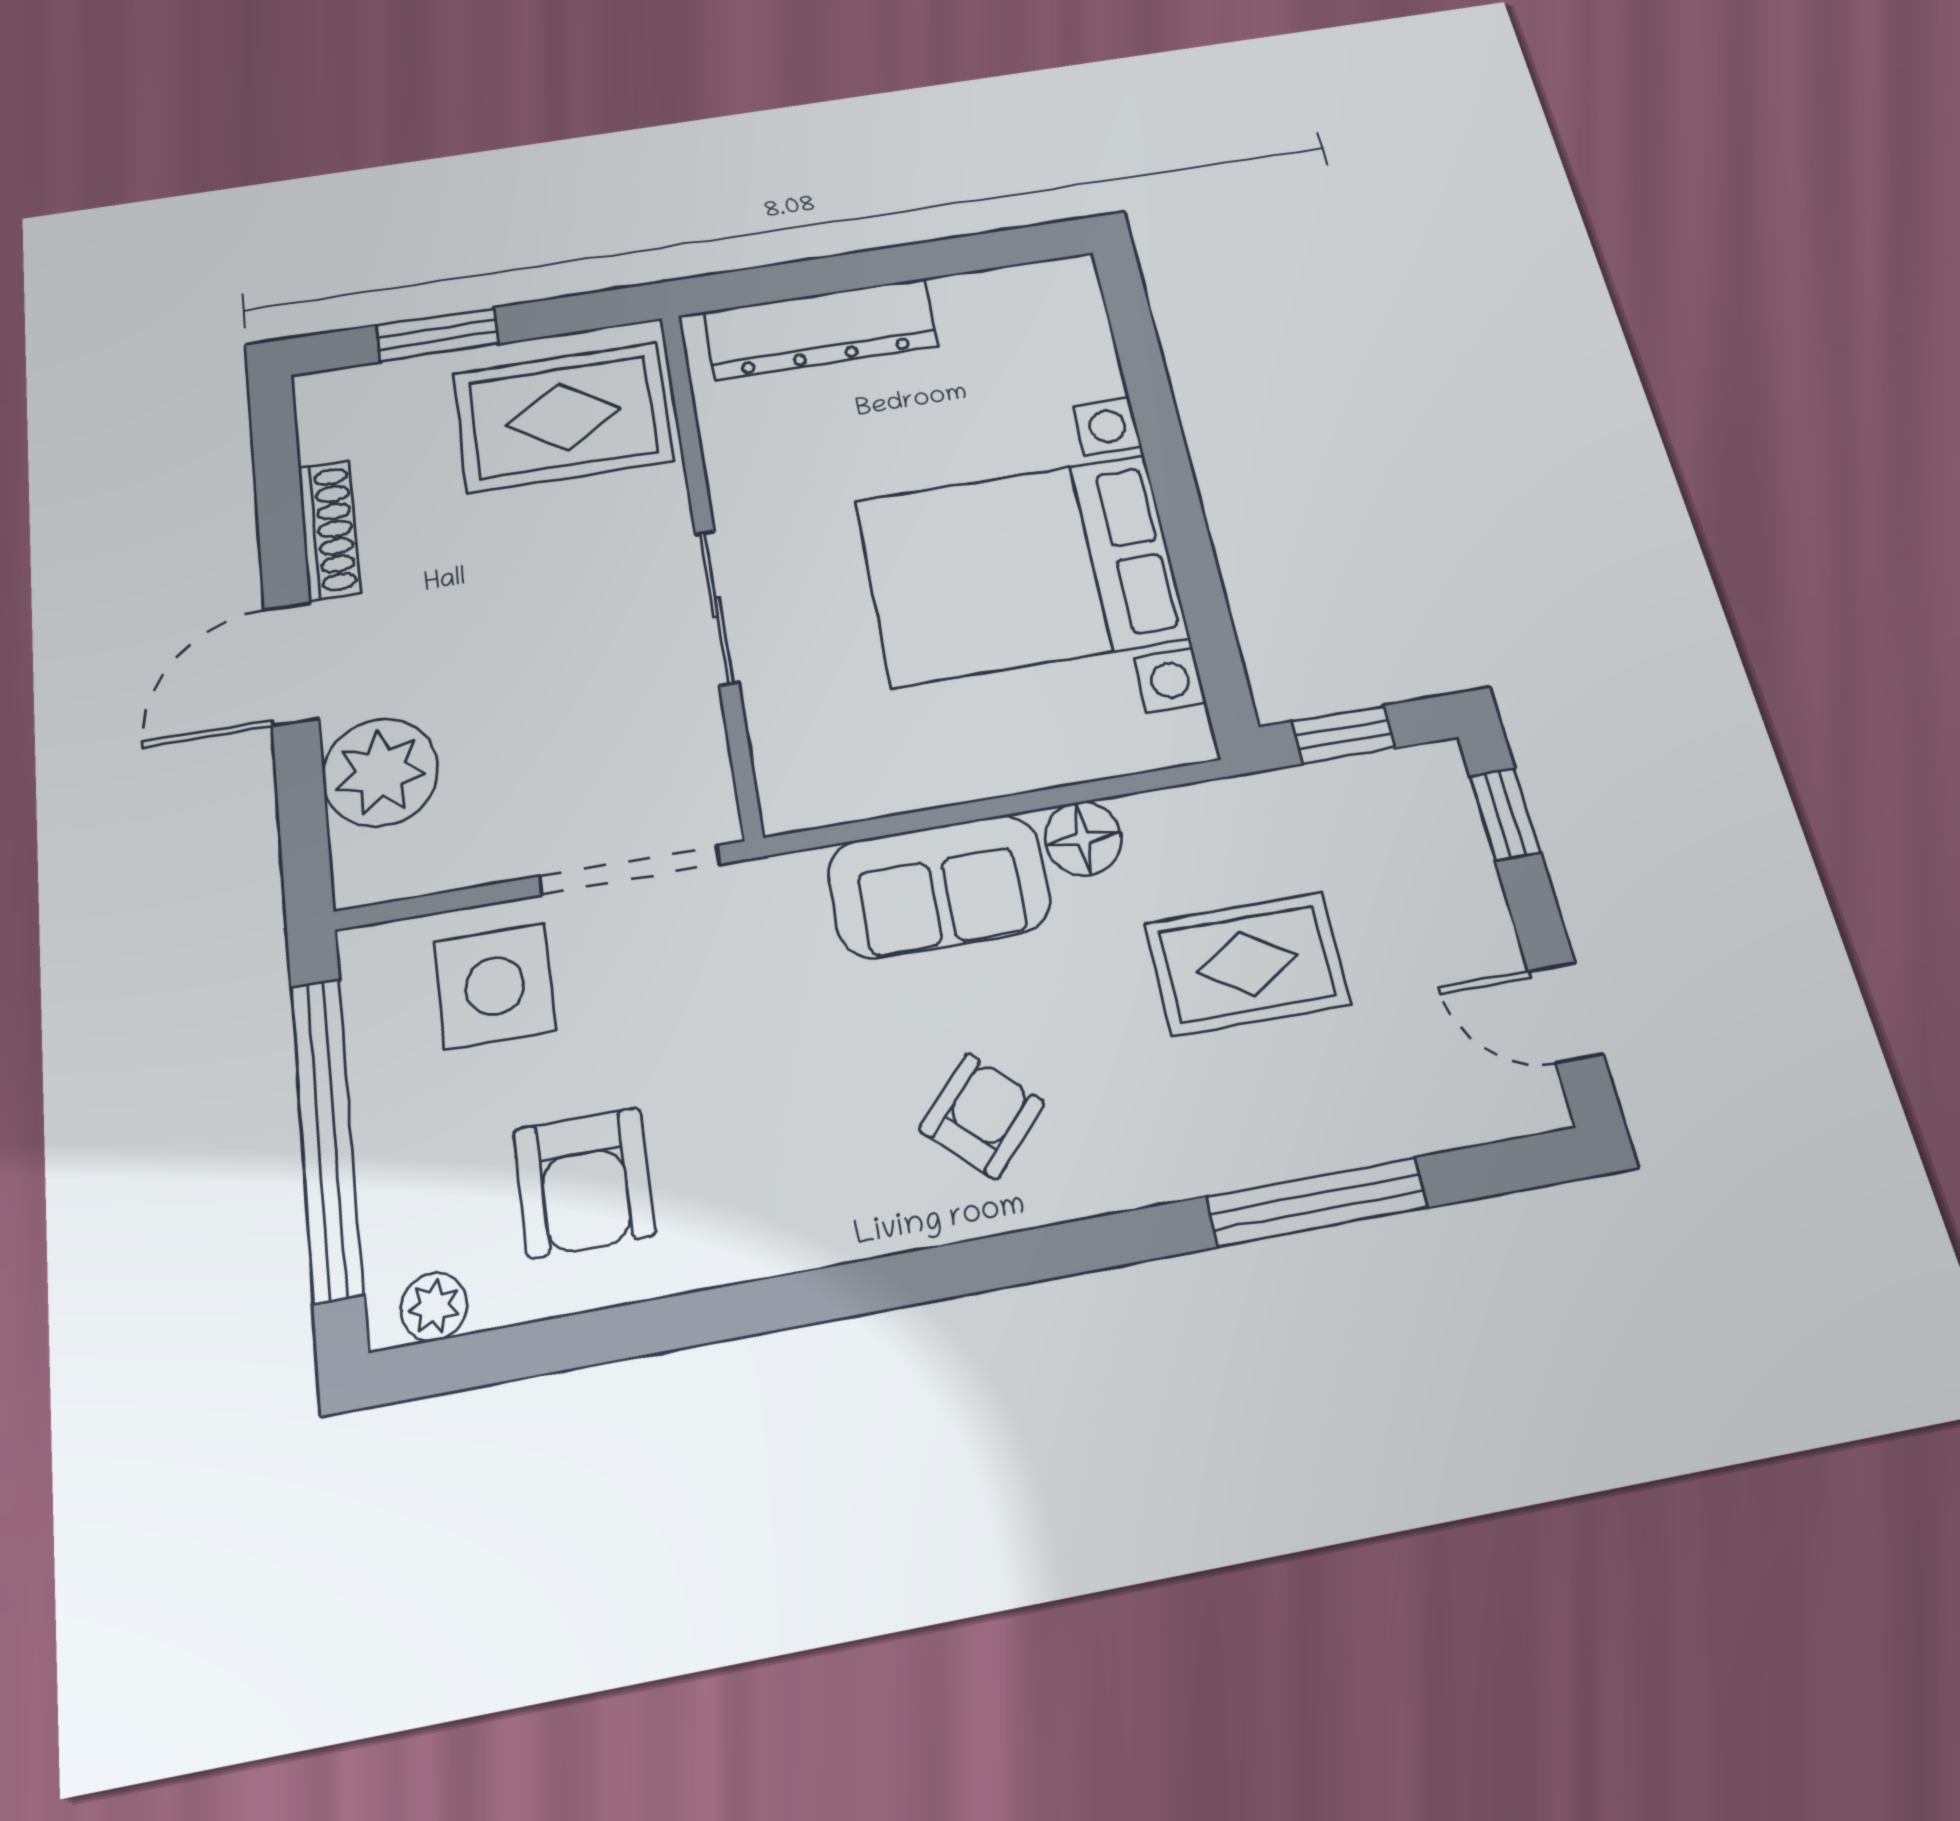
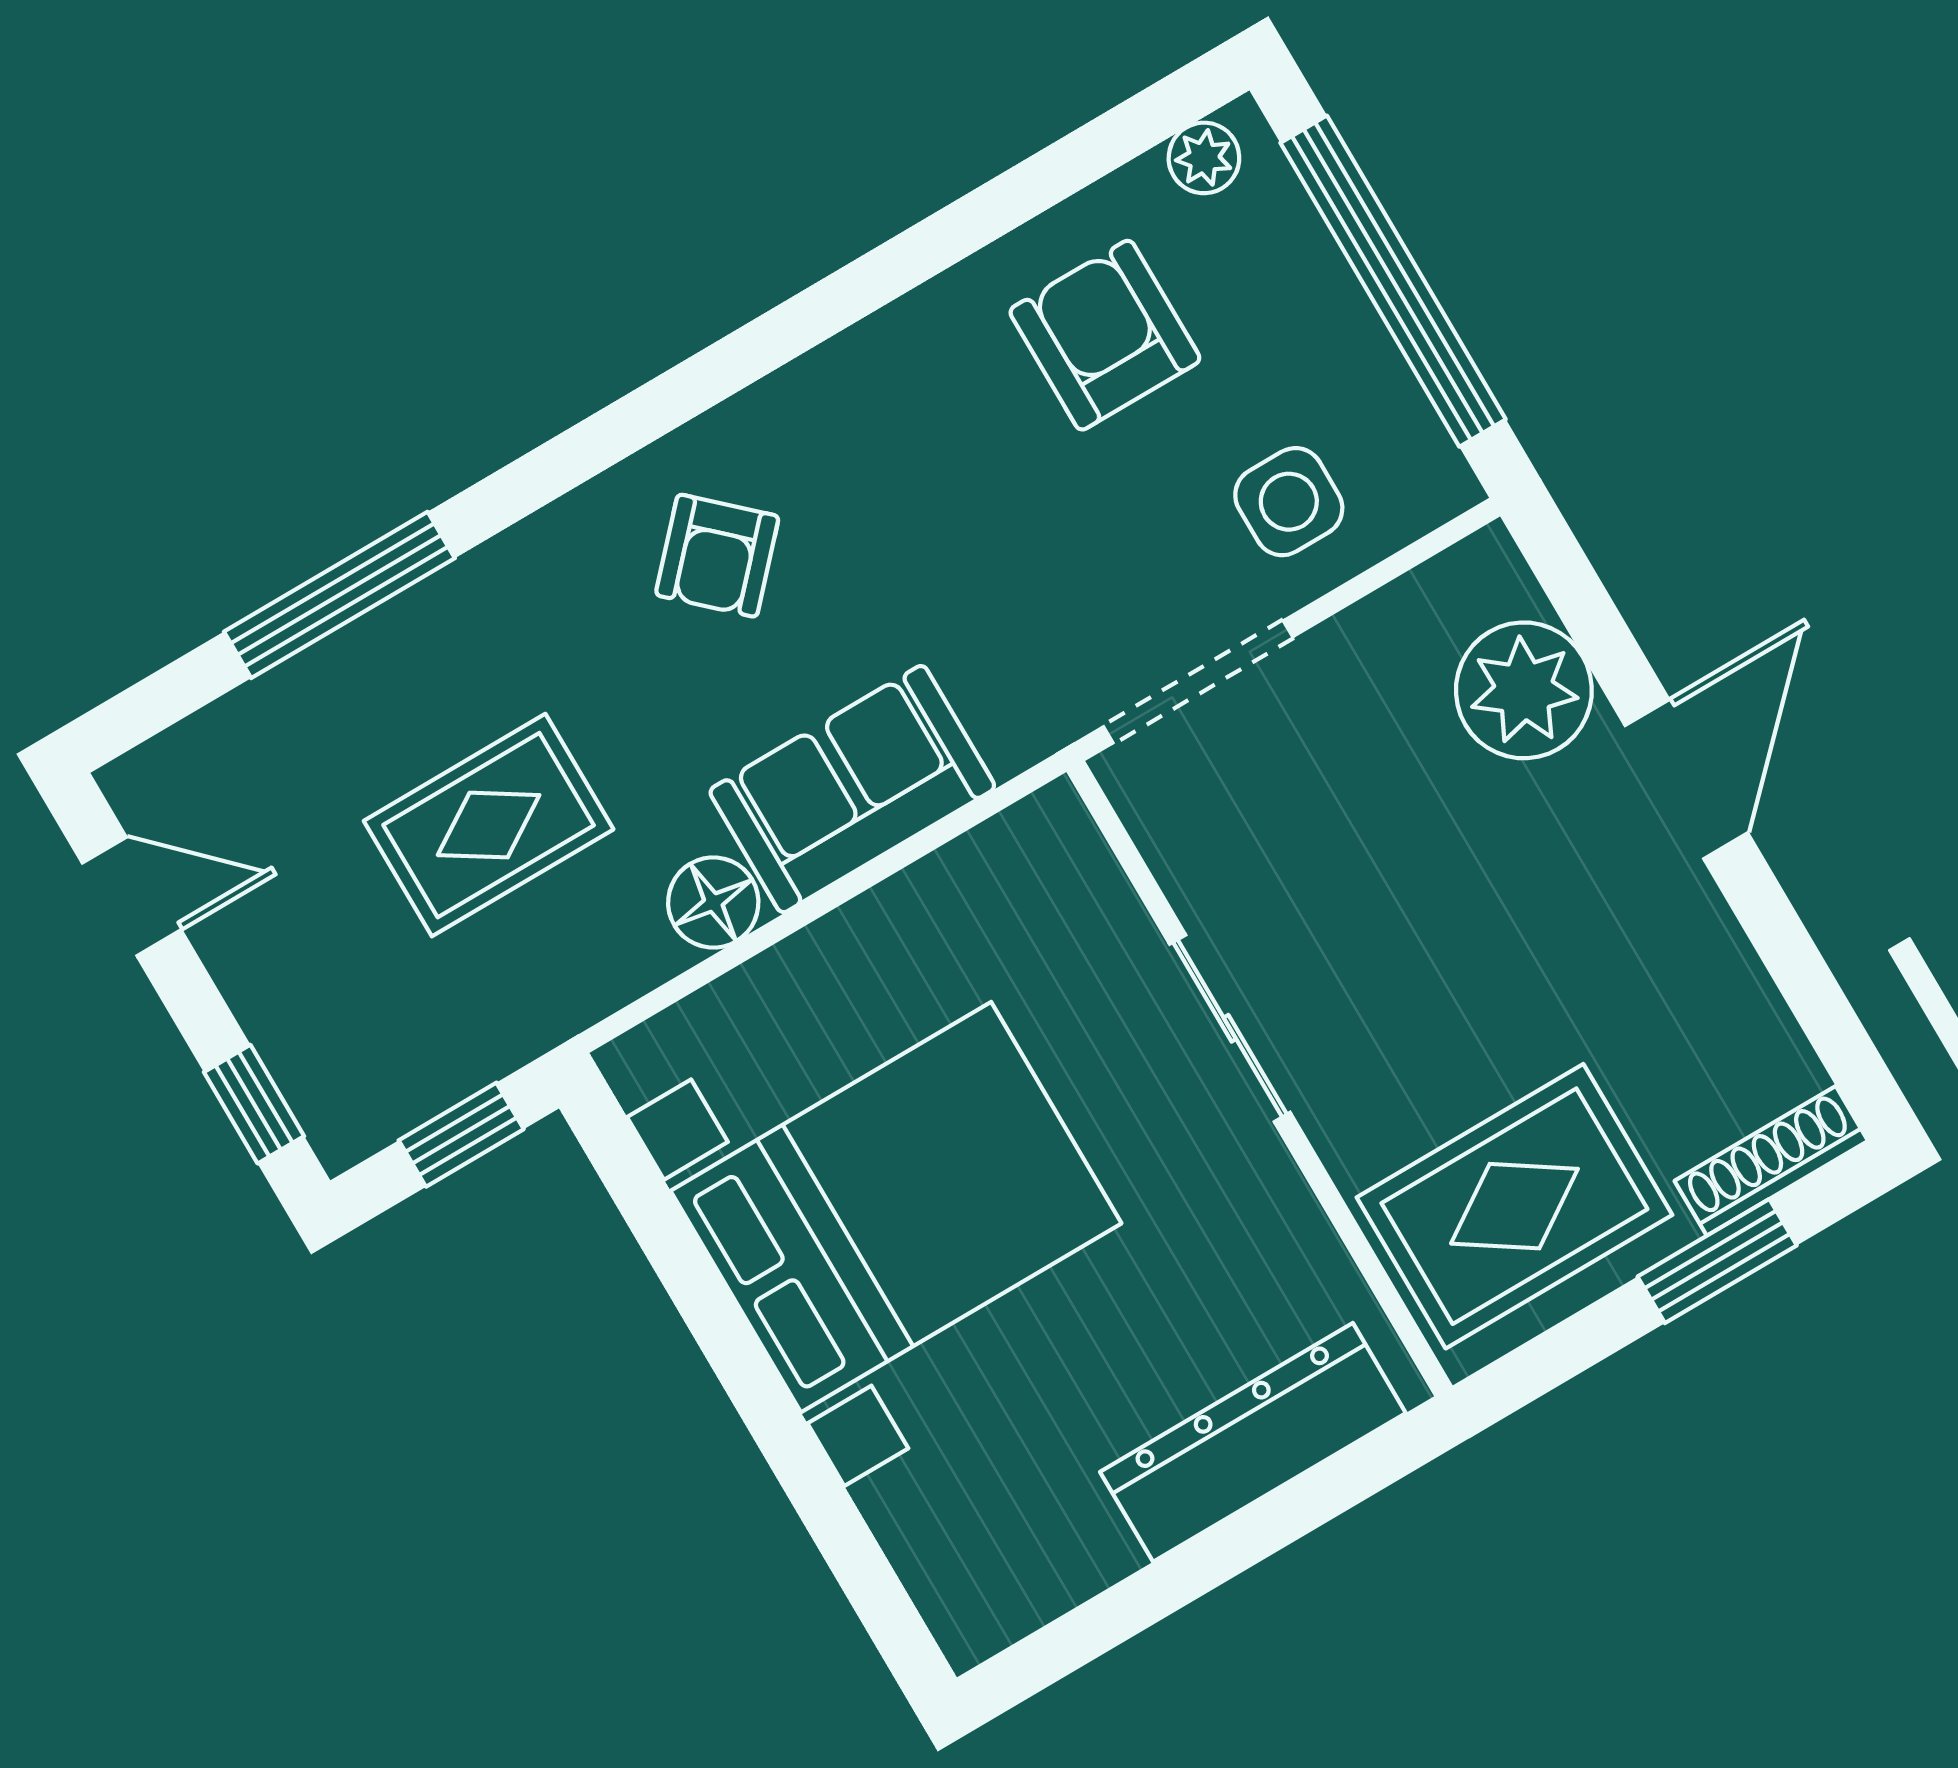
shoe rack: (329, 530) -> (1771, 1161), moved, turned 90
side table: (495, 986) -> (1289, 502), width x0.73, depth x0.73

